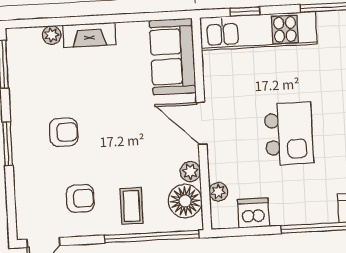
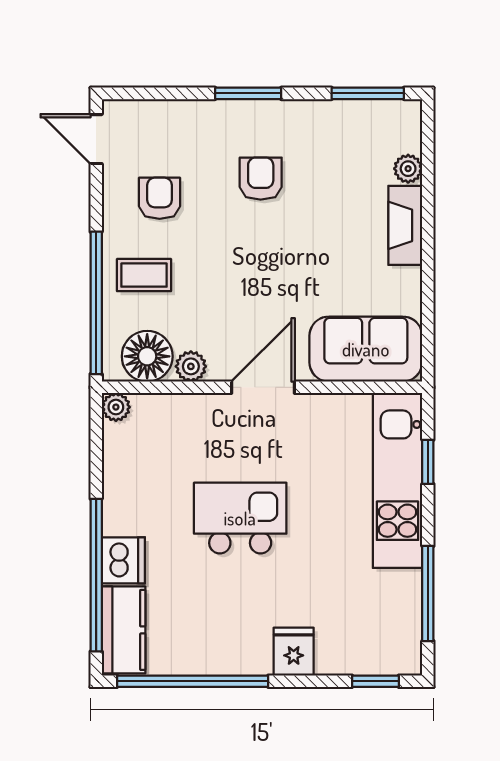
armchair: (64, 132) -> (261, 179), turned 180
kitchen island: (289, 134) -> (240, 518), turned 180
plant: (218, 192) -> (116, 407), moved
armchair: (80, 198) -> (160, 198), turned 180
dishwasher: (253, 213) -> (123, 560), moved

